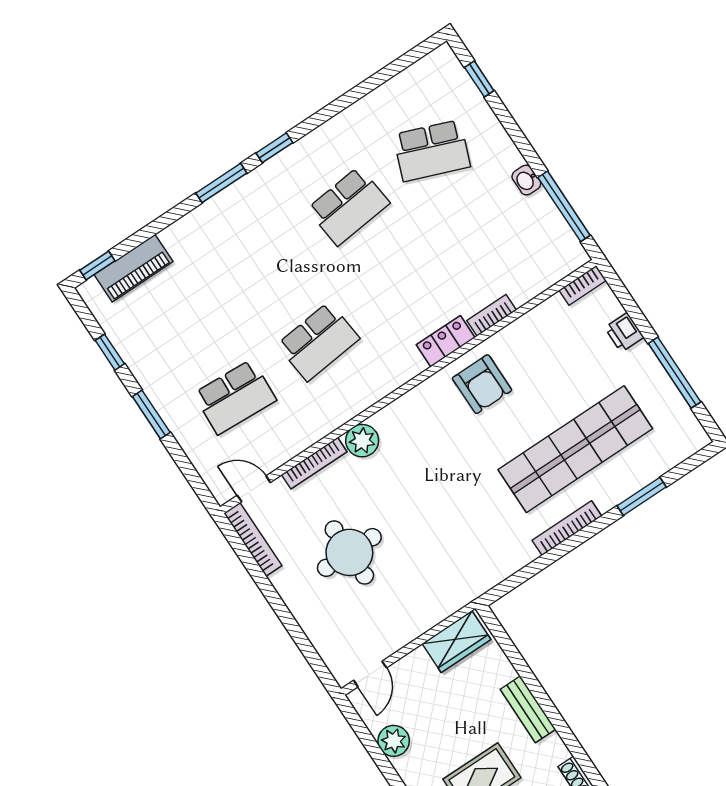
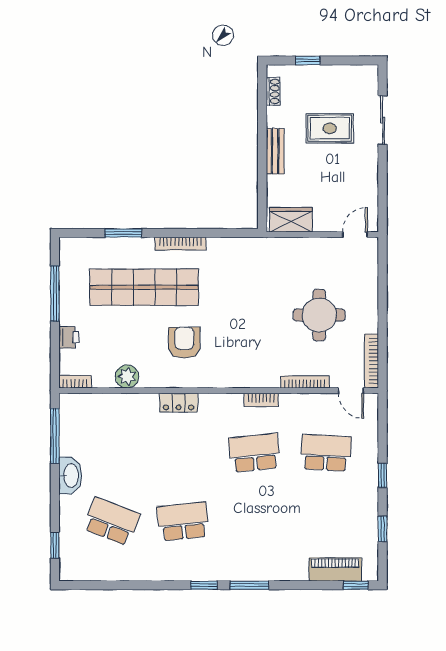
washbasin: (526, 180) -> (70, 475), width x1.91, depth x1.45
bookcase: (492, 315) -> (261, 400), moved
armchair: (482, 384) -> (184, 343), moved
window: (151, 414) -> (383, 475), width x0.67
plant: (362, 441) -> (127, 376), moved
plant: (394, 741) -> (367, 186), removed

